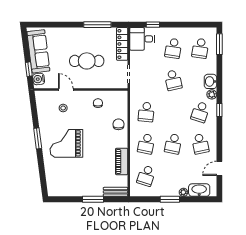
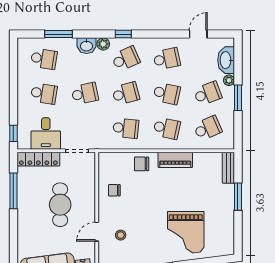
window: (153, 25) -> (13, 133), moved
desk: (142, 39) -> (46, 133), moved
window: (219, 44) -> (59, 34), moved
school desk: (173, 112) -> (126, 93), added
school desk: (200, 112) -> (126, 59), turned -42
grand piano: (66, 143) -> (186, 232), moved
piano: (122, 161) -> (175, 160), moved
door: (219, 168) -> (198, 34), swing flipped
school desk: (146, 176) -> (208, 128), turned -42
school desk: (173, 176) -> (208, 93), added

